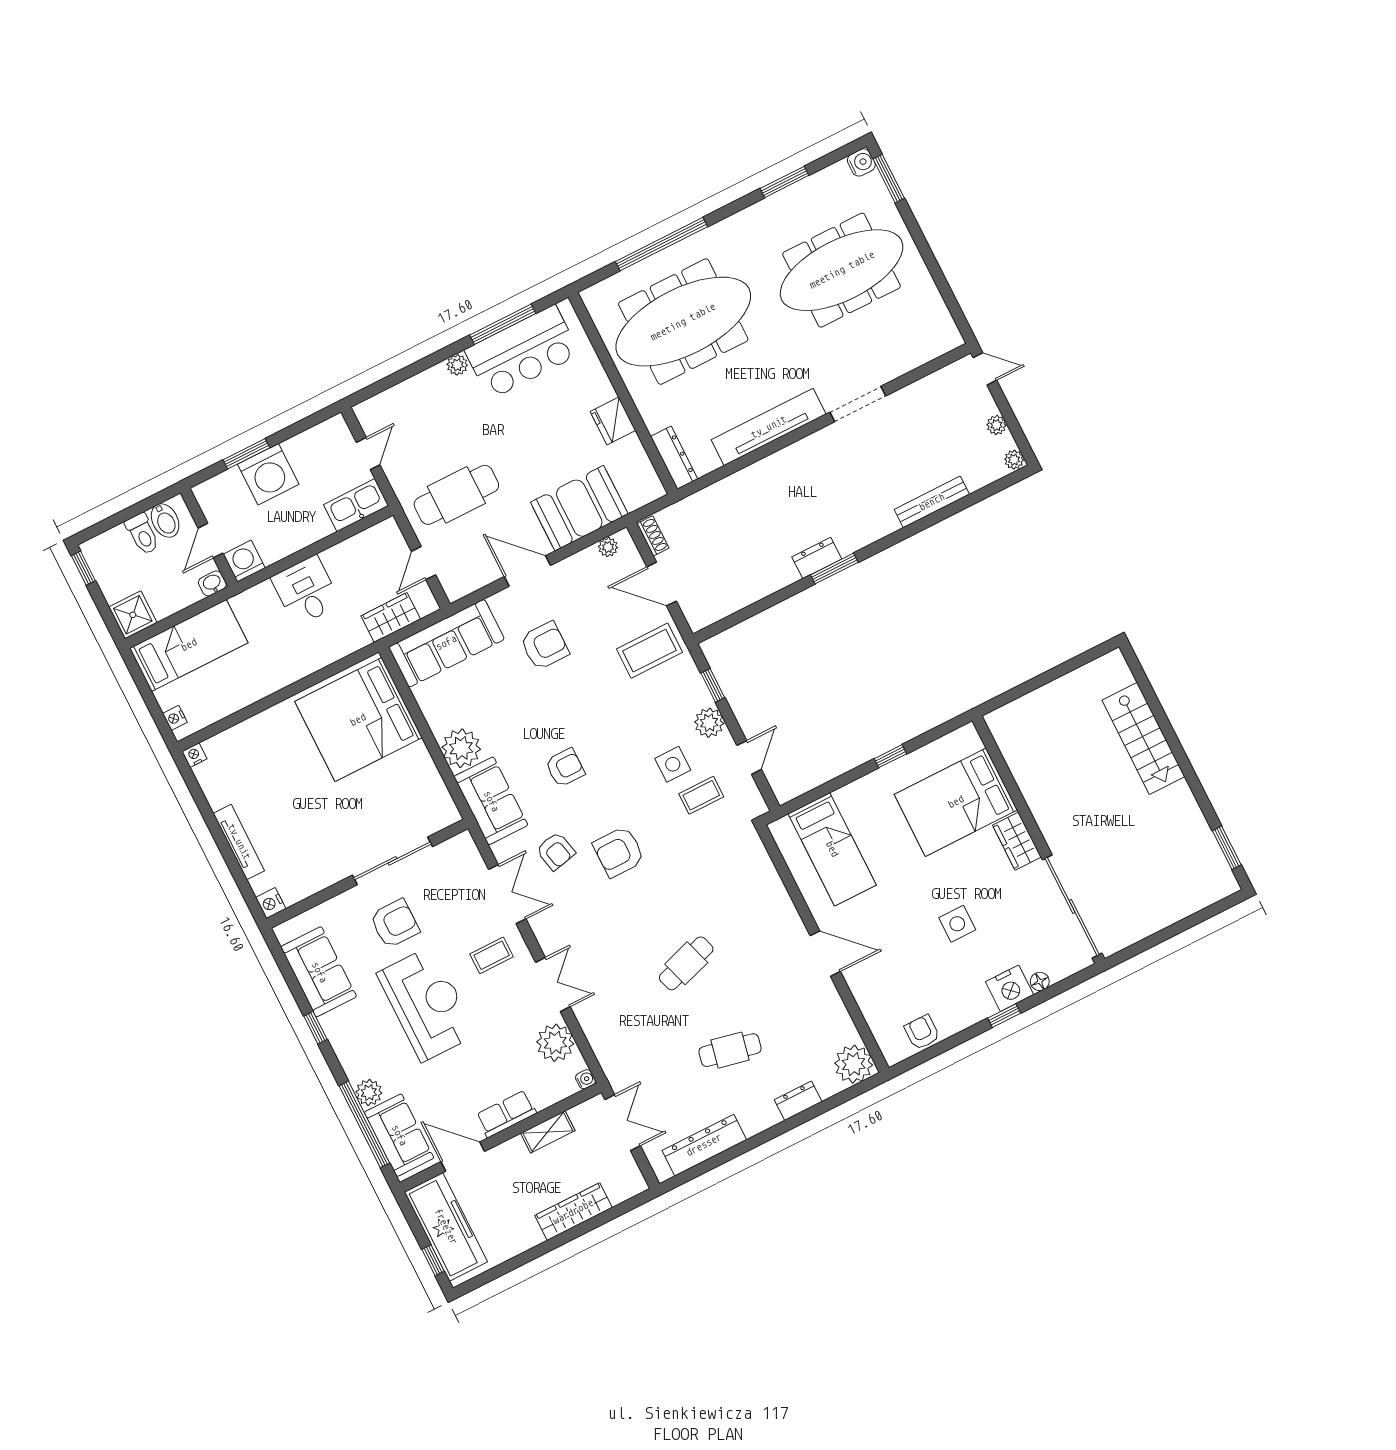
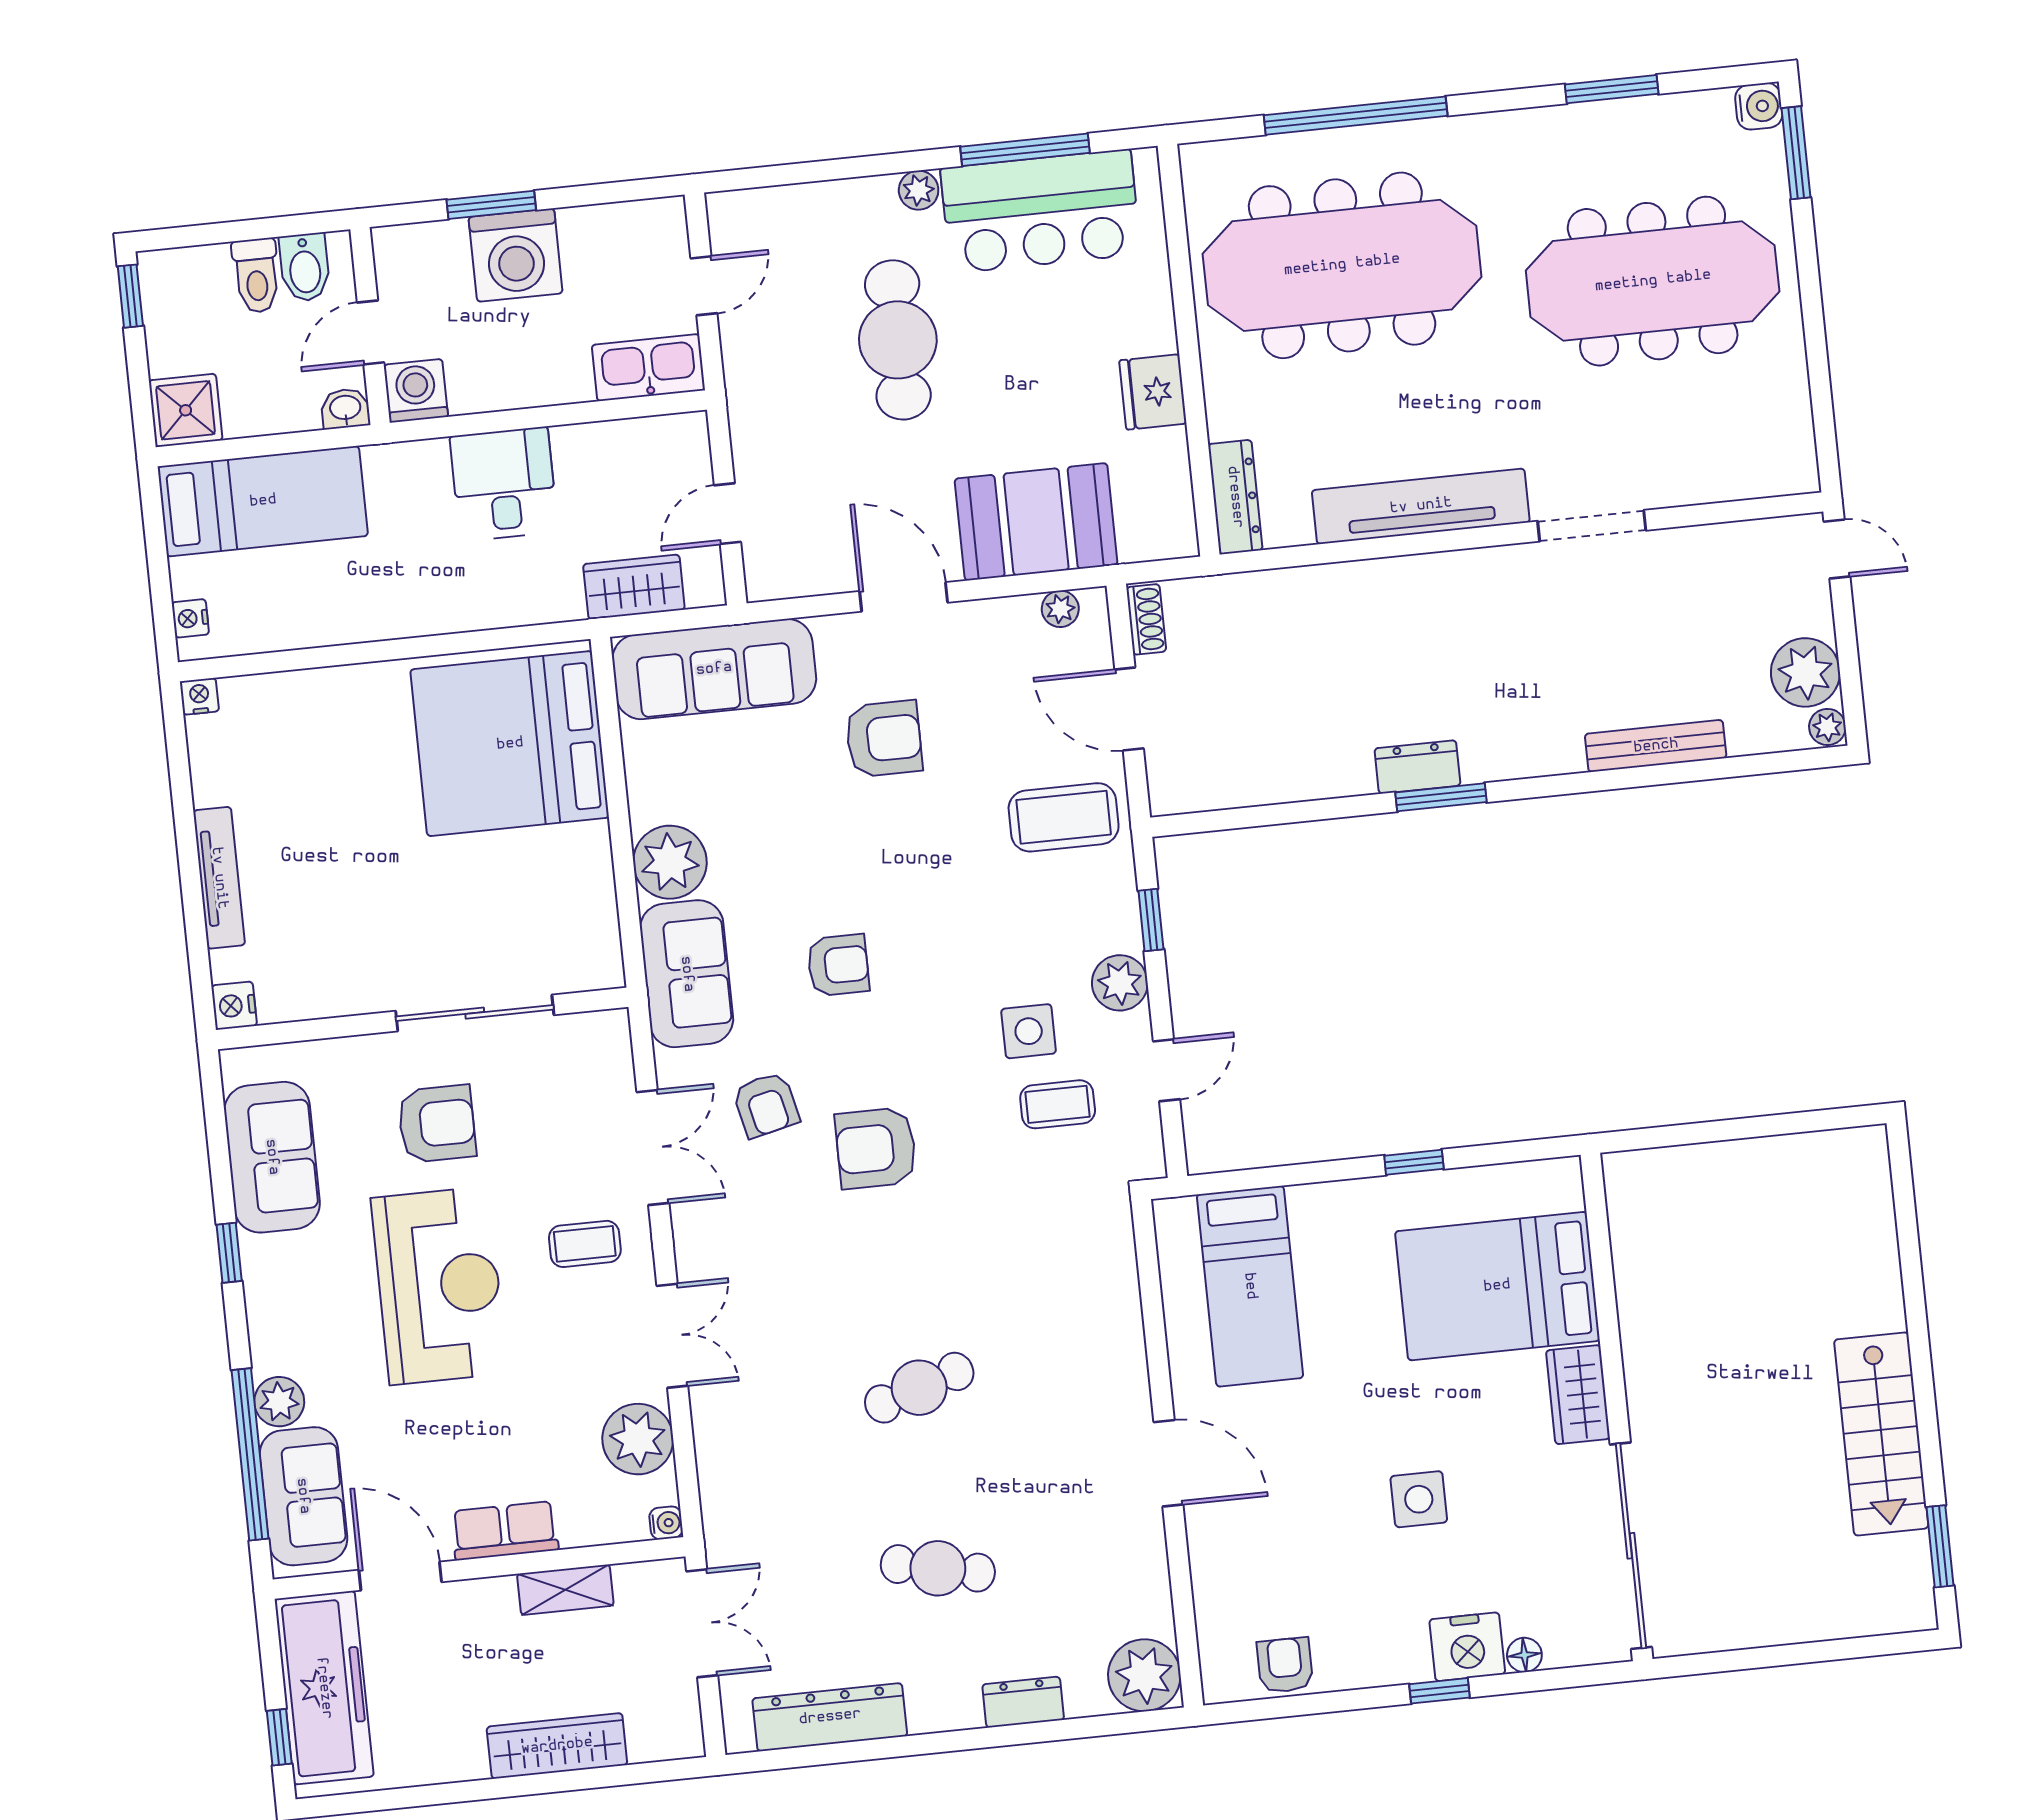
plant: (996, 425) -> (1805, 672), width x1.88, depth x1.88
cafe table: (456, 495) -> (898, 340), moved, turned 90
stairs: (1143, 738) -> (1881, 1434), moved

